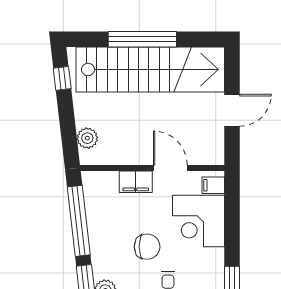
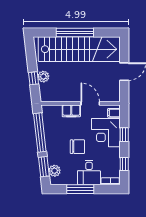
window: (62, 78) -> (34, 78), moved
plant: (87, 138) -> (43, 77), moved
window: (232, 225) -> (124, 135), added

